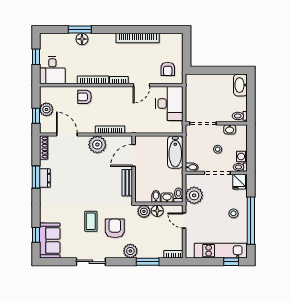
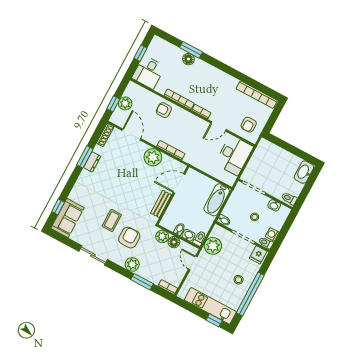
bookcase: (138, 38) -> (257, 95), moved

